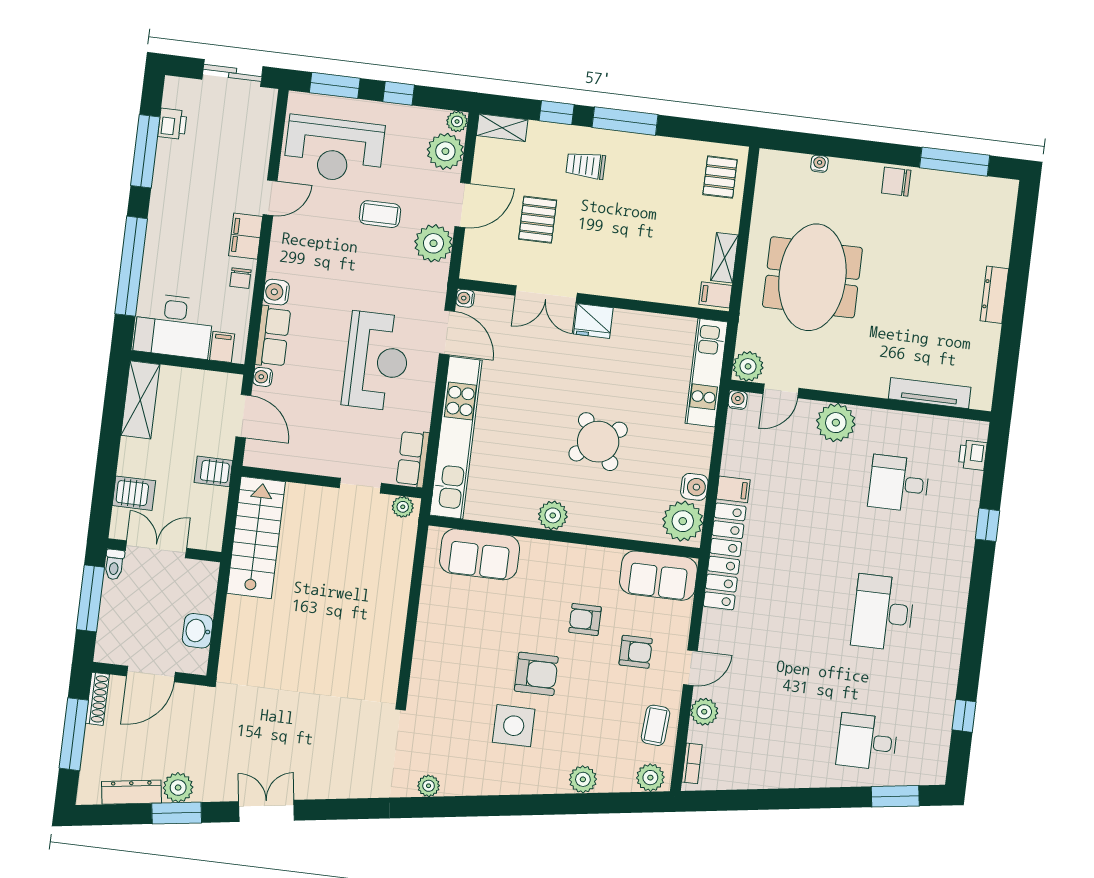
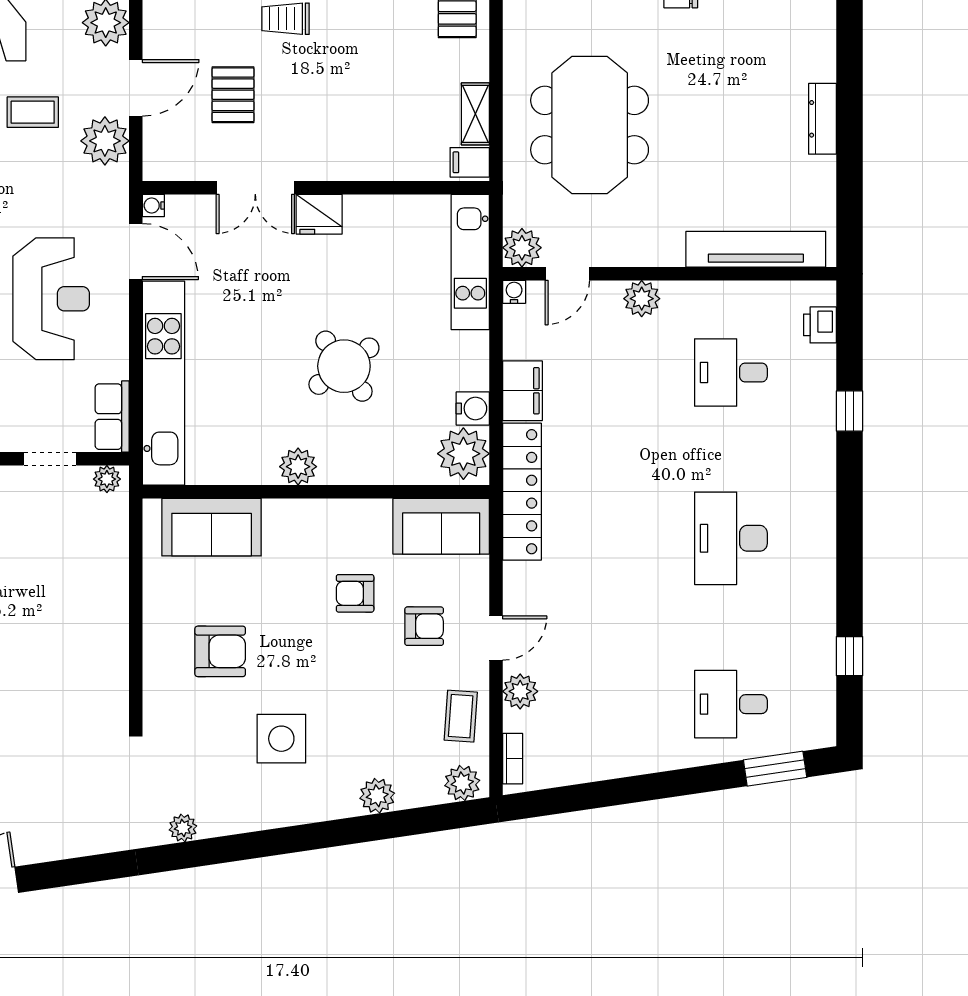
tv unit: (930, 393) -> (756, 249), width x1.36, depth x1.29
plant: (836, 423) -> (642, 299), width x0.73, depth x0.73
filing cabinet: (733, 489) -> (522, 391), width x2.00
armchair: (536, 674) -> (220, 651), moved

